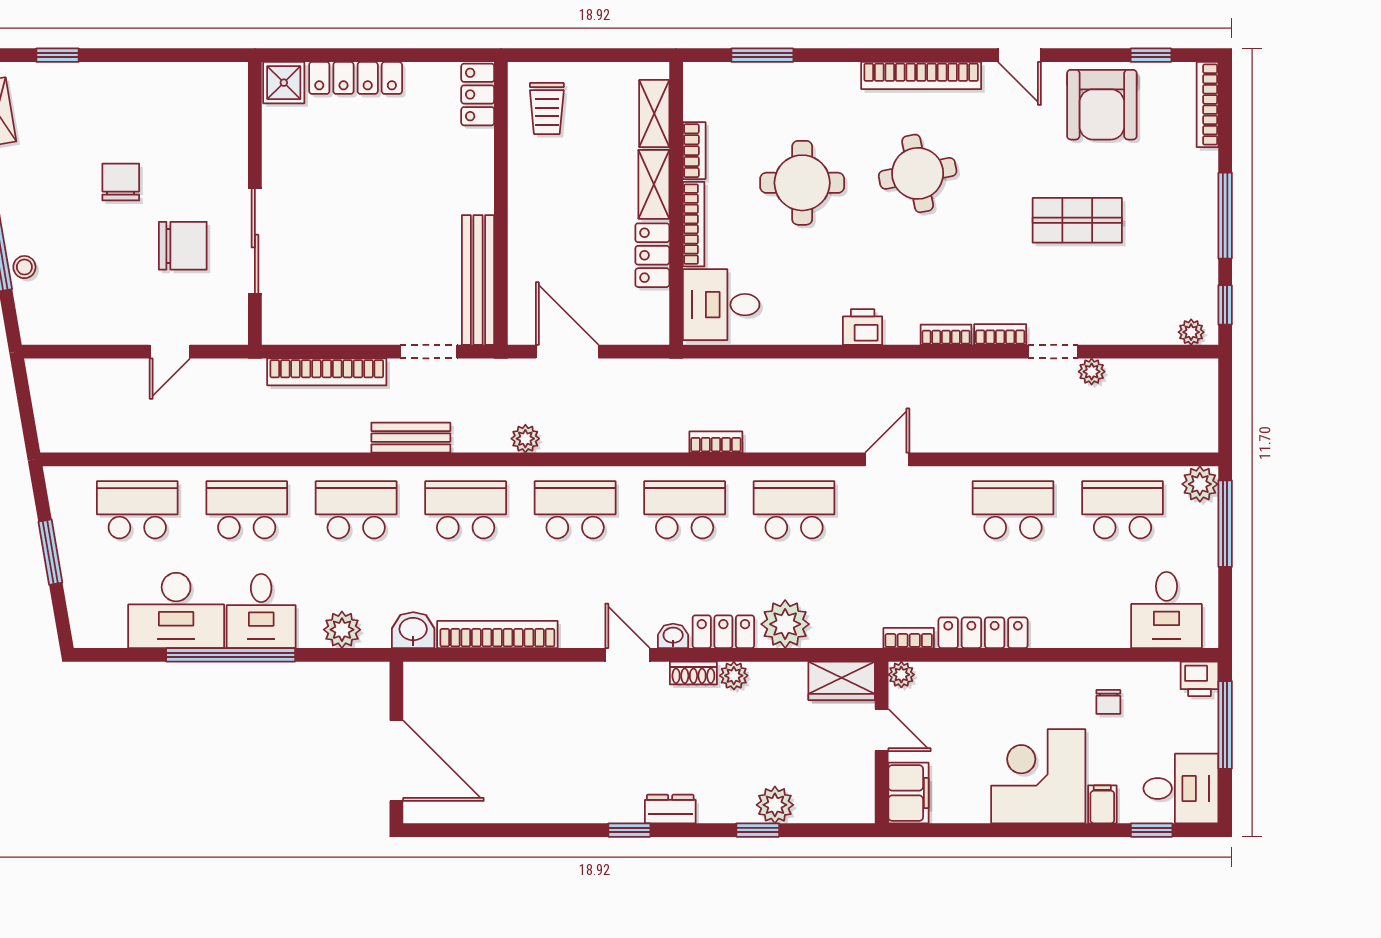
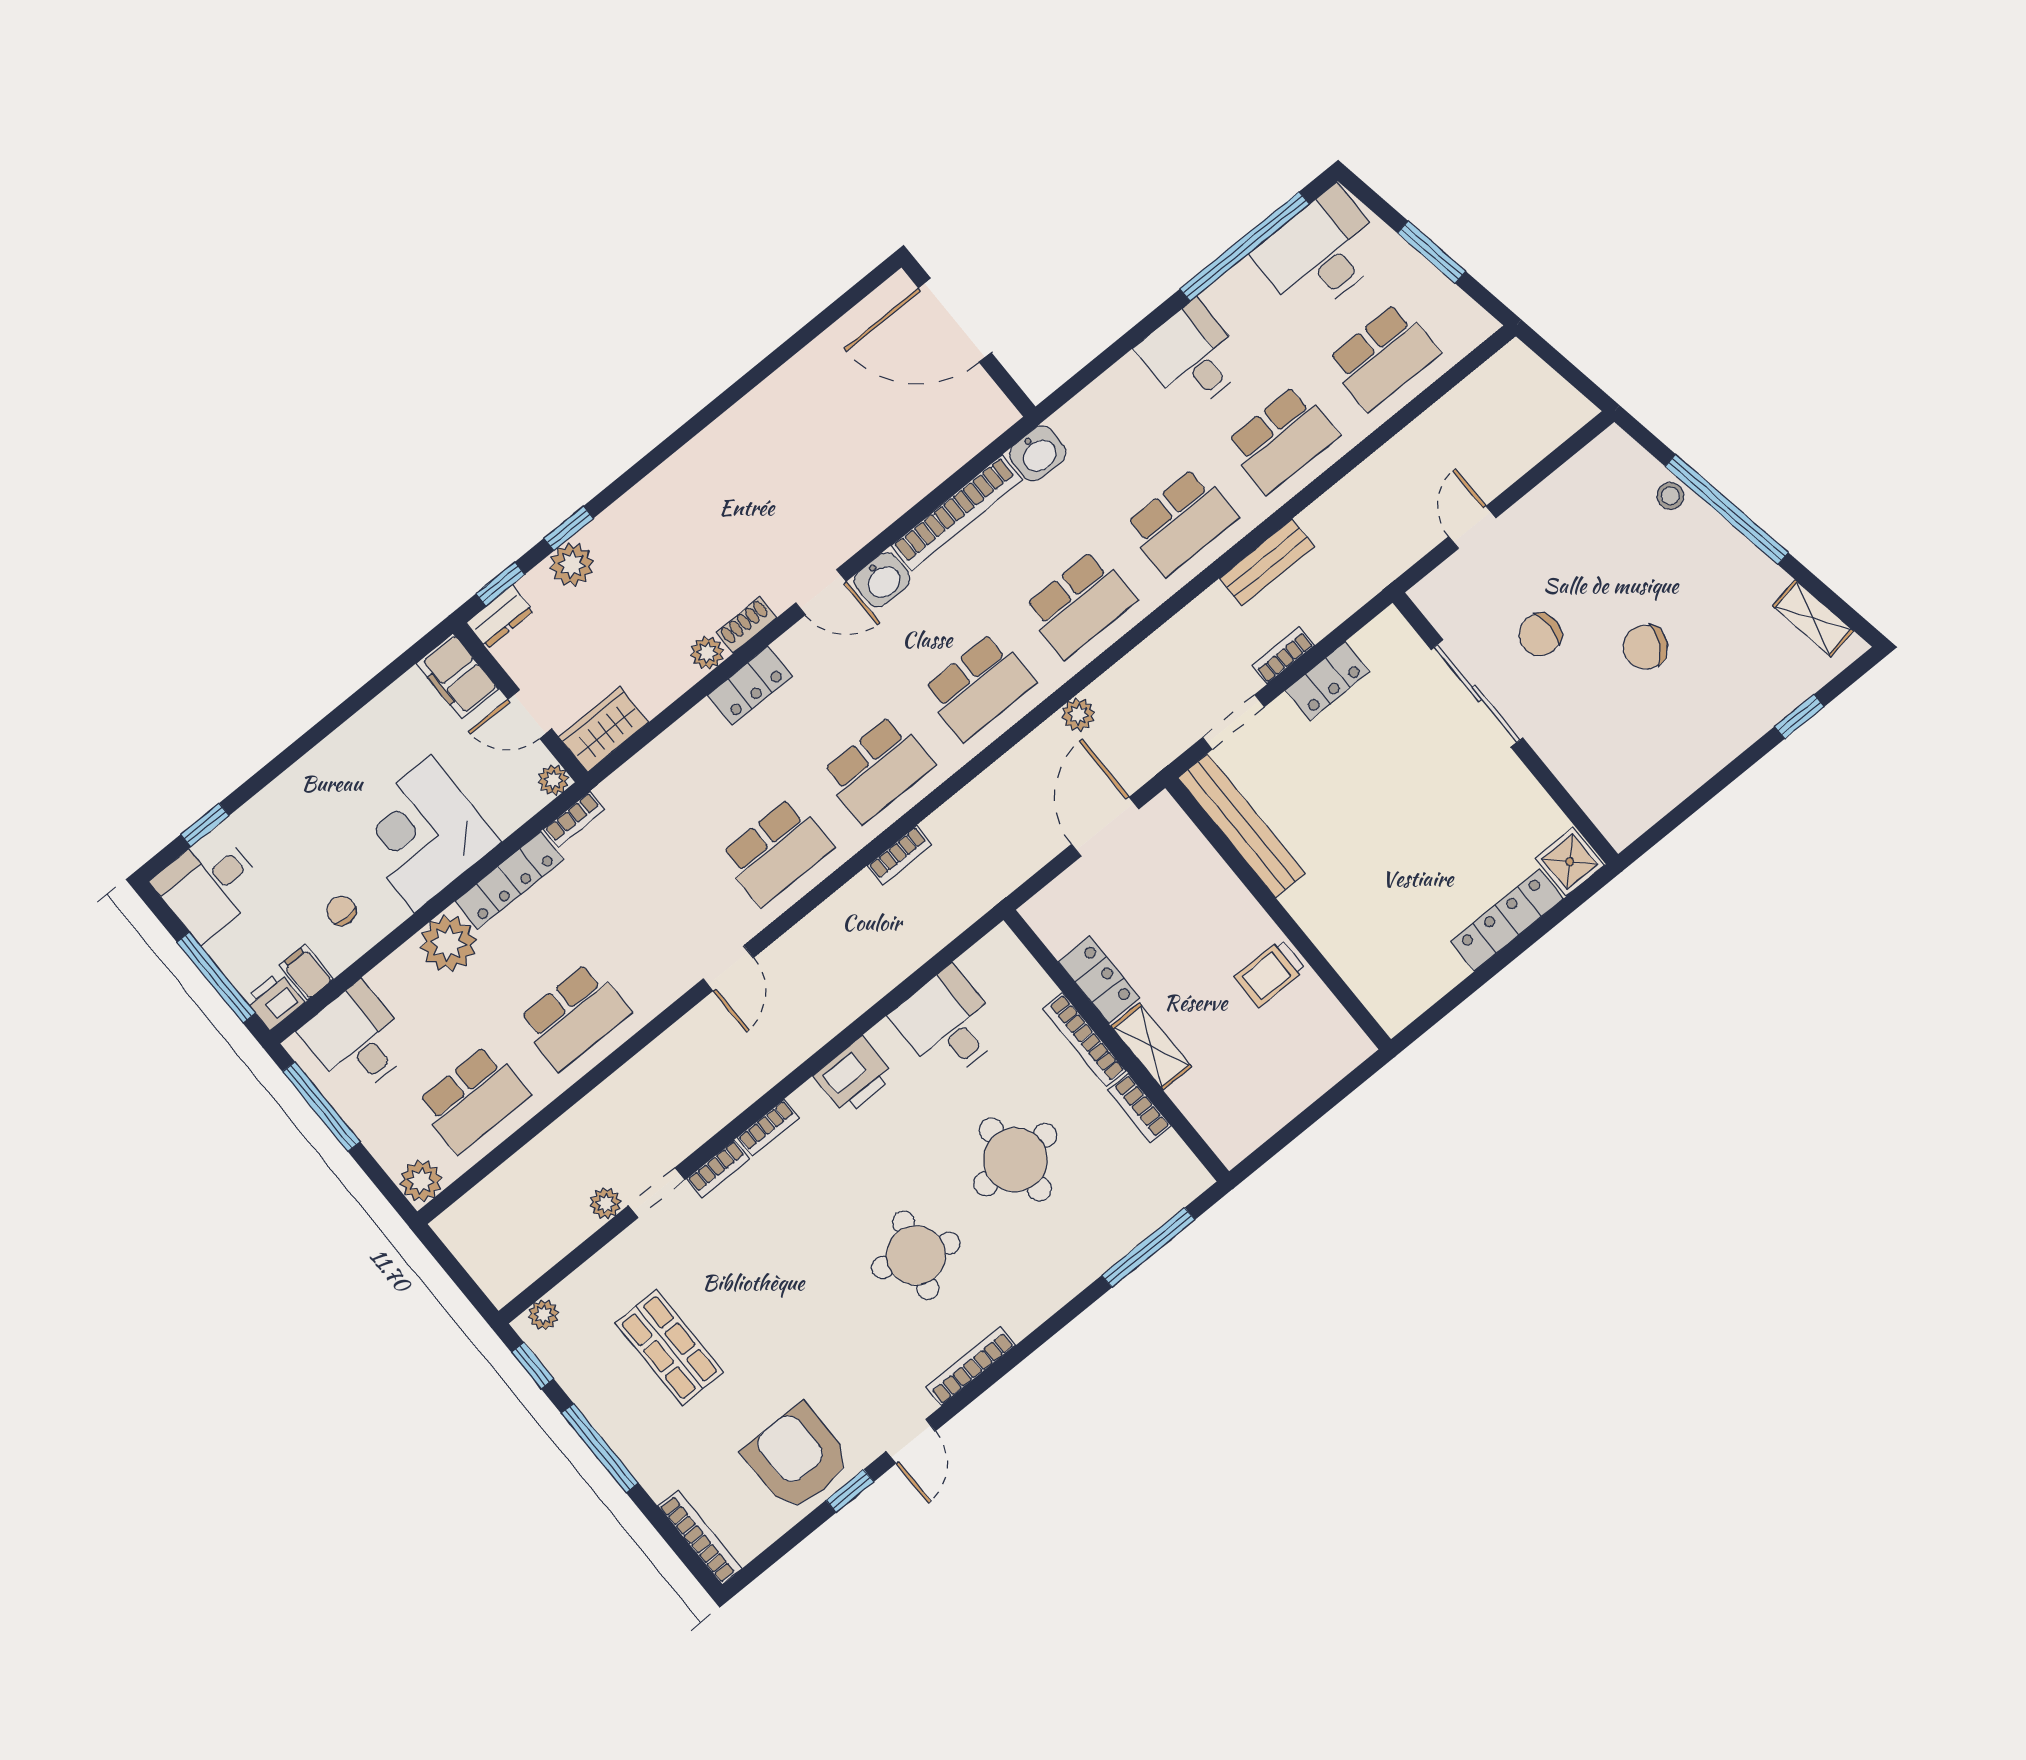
window: (762, 55) -> (1148, 1247), width x1.44
door: (1019, 55) -> (911, 1441), swing flipped
window: (1151, 55) -> (850, 1491), moved
bookcase: (921, 76) -> (971, 1366), width x0.68, depth x0.76
locker: (478, 94) -> (1328, 681), moved, turned 90
trolley: (547, 109) -> (1270, 973), moved, turned -90
shelving: (654, 114) -> (1204, 1112), removed
round table: (918, 173) -> (916, 1255), turned 30
chair: (121, 182) -> (1645, 647), turned 117
shop shelf: (1077, 220) -> (669, 1347), moved, turned 90
chair: (183, 246) -> (1540, 635), width x0.73, depth x0.73
desk: (721, 305) -> (948, 1024), moved, turned -90
printer: (863, 327) -> (854, 1076), width x1.36, depth x1.24
door: (567, 352) -> (1105, 827), swing flipped
bookcase: (327, 372) -> (1283, 655), width x0.43, depth x0.76
bench: (411, 438) -> (1267, 562), moved
window: (1225, 524) -> (321, 1107), moved
desk: (176, 610) -> (1321, 253), moved
plant: (785, 624) -> (448, 943), moved
plant: (342, 630) -> (1104, 400), removed
washbasin: (673, 636) -> (882, 580), moved, width x1.38, depth x1.45
window: (231, 655) -> (1245, 247), moved
corner desk: (1038, 776) -> (423, 834), moved, turned 180
filing cabinet: (1102, 804) -> (306, 972), moved, turned 180
dresser: (670, 809) -> (500, 617), moved
window: (629, 830) -> (500, 584), moved

